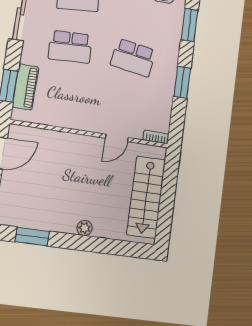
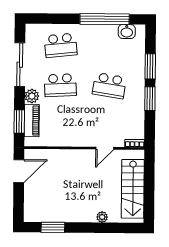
window: (190, 25) -> (150, 66), moved
plant: (30, 55) -> (32, 96), added
plant: (85, 228) -> (102, 217), moved

